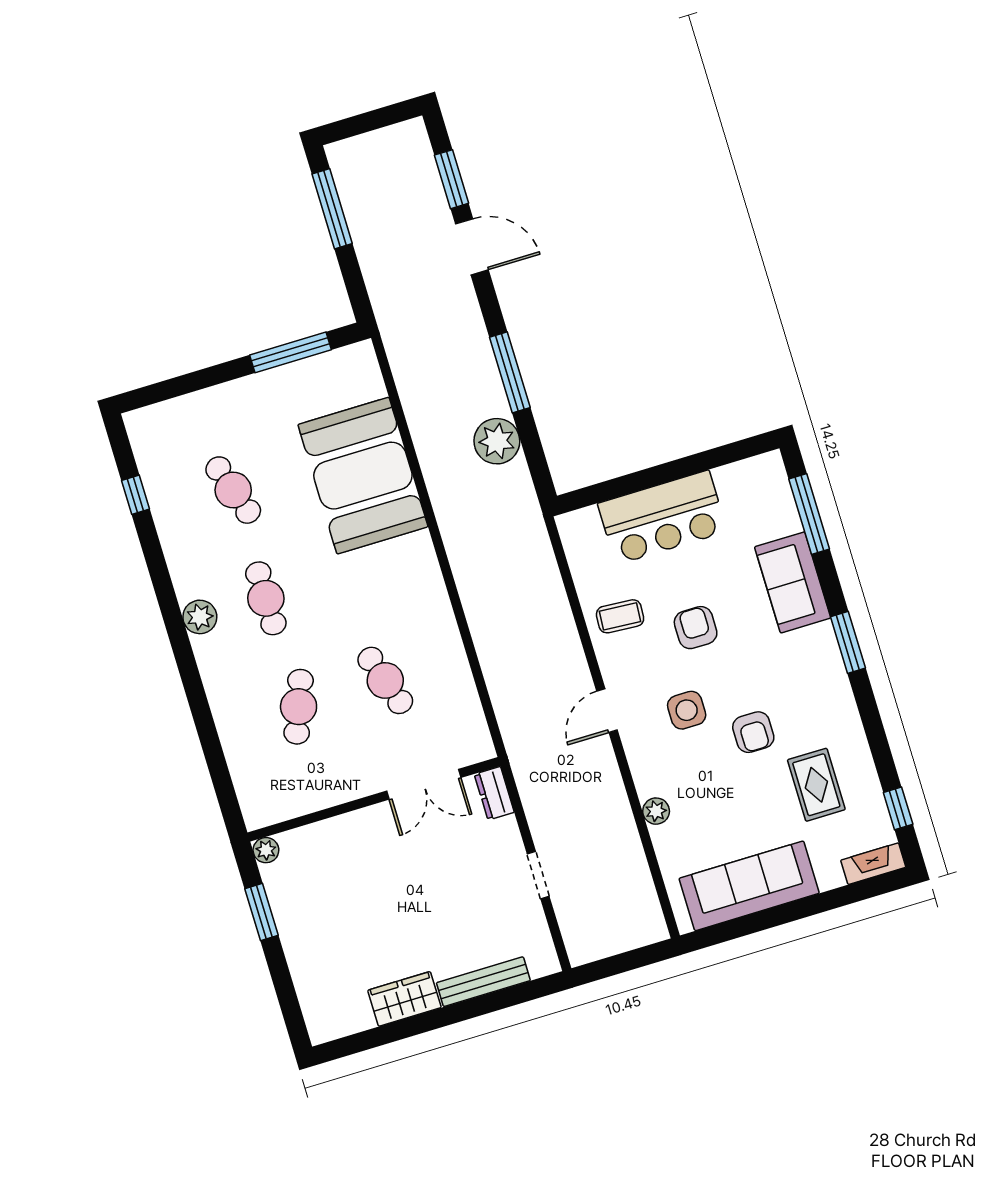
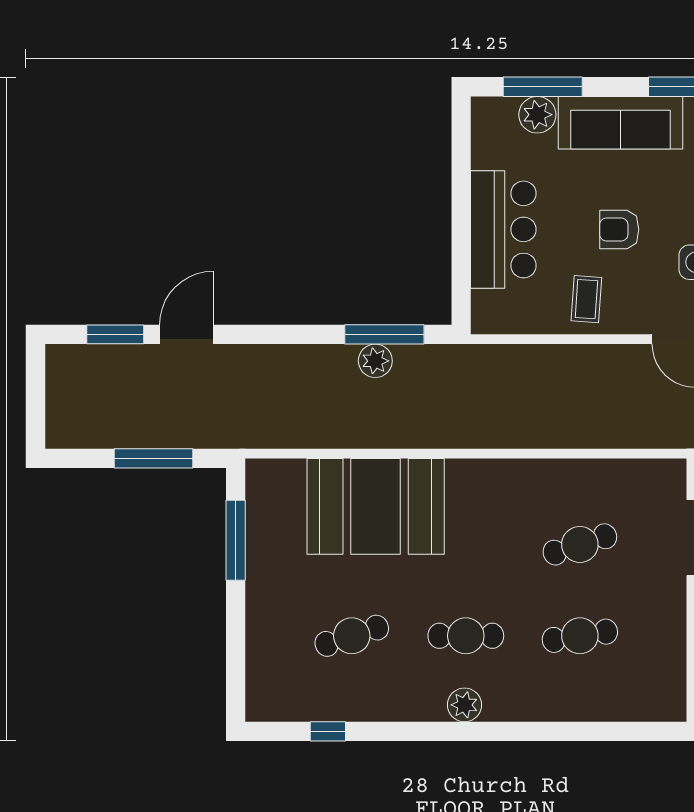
window: (332, 209) -> (154, 458), moved
window: (510, 372) -> (384, 334), moved
plant: (497, 441) -> (375, 361), width x0.73, depth x0.73
plant: (781, 517) -> (537, 115), added
sofa: (793, 582) -> (620, 123), width x1.36
cafe table: (299, 707) -> (580, 636), turned -30

